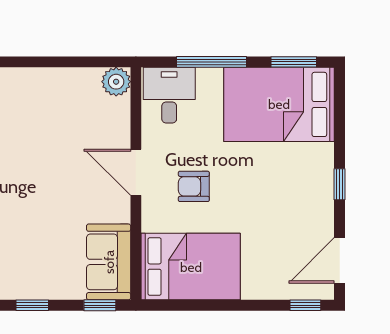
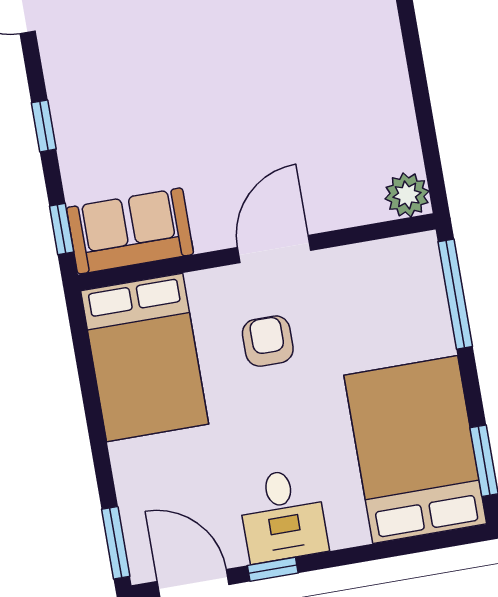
window: (211, 62) -> (455, 294), moved
desk: (169, 95) -> (283, 515), moved, turned 90
window: (340, 184) -> (273, 569), moved
window: (305, 305) -> (116, 543), width x1.50

